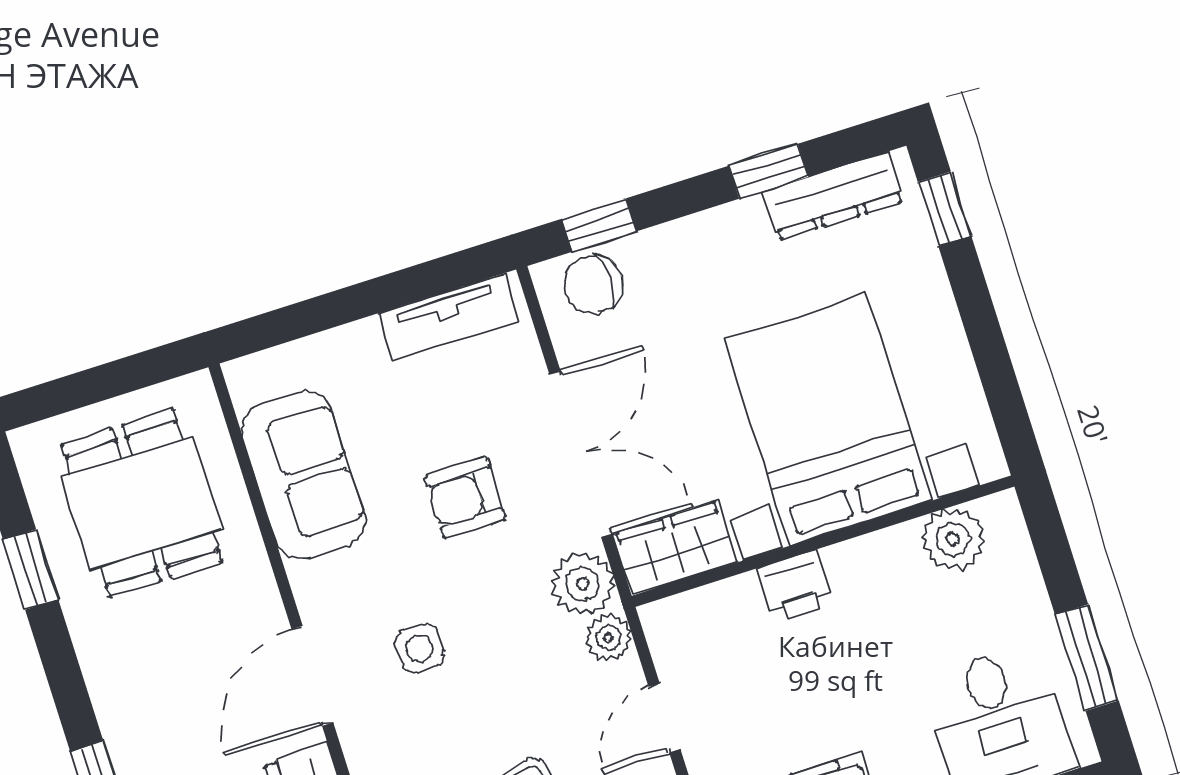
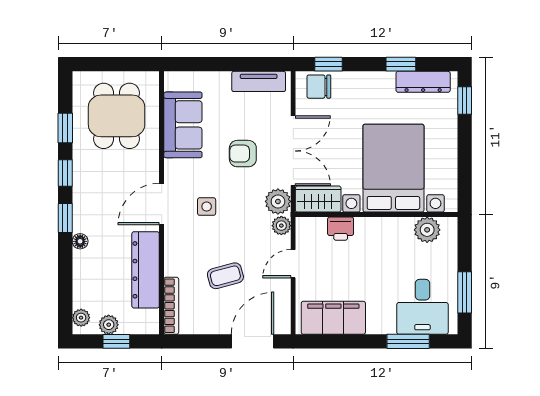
printer: (795, 586) -> (341, 229), moved
window: (64, 675) -> (65, 173), added

